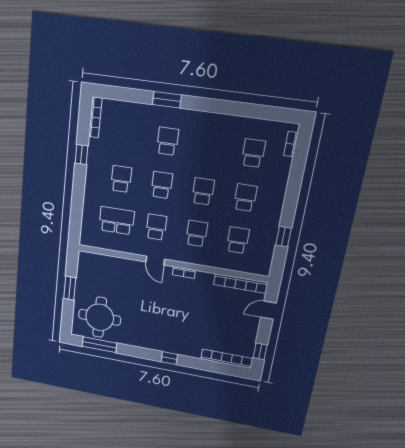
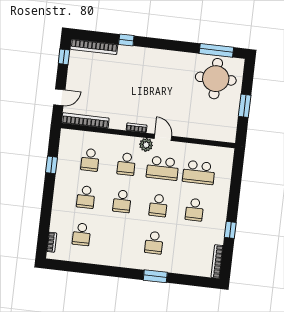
school desk: (156, 227) -> (163, 168), width x1.85
plant: (174, 254) -> (146, 145), added
window: (169, 358) -> (126, 40), moved

